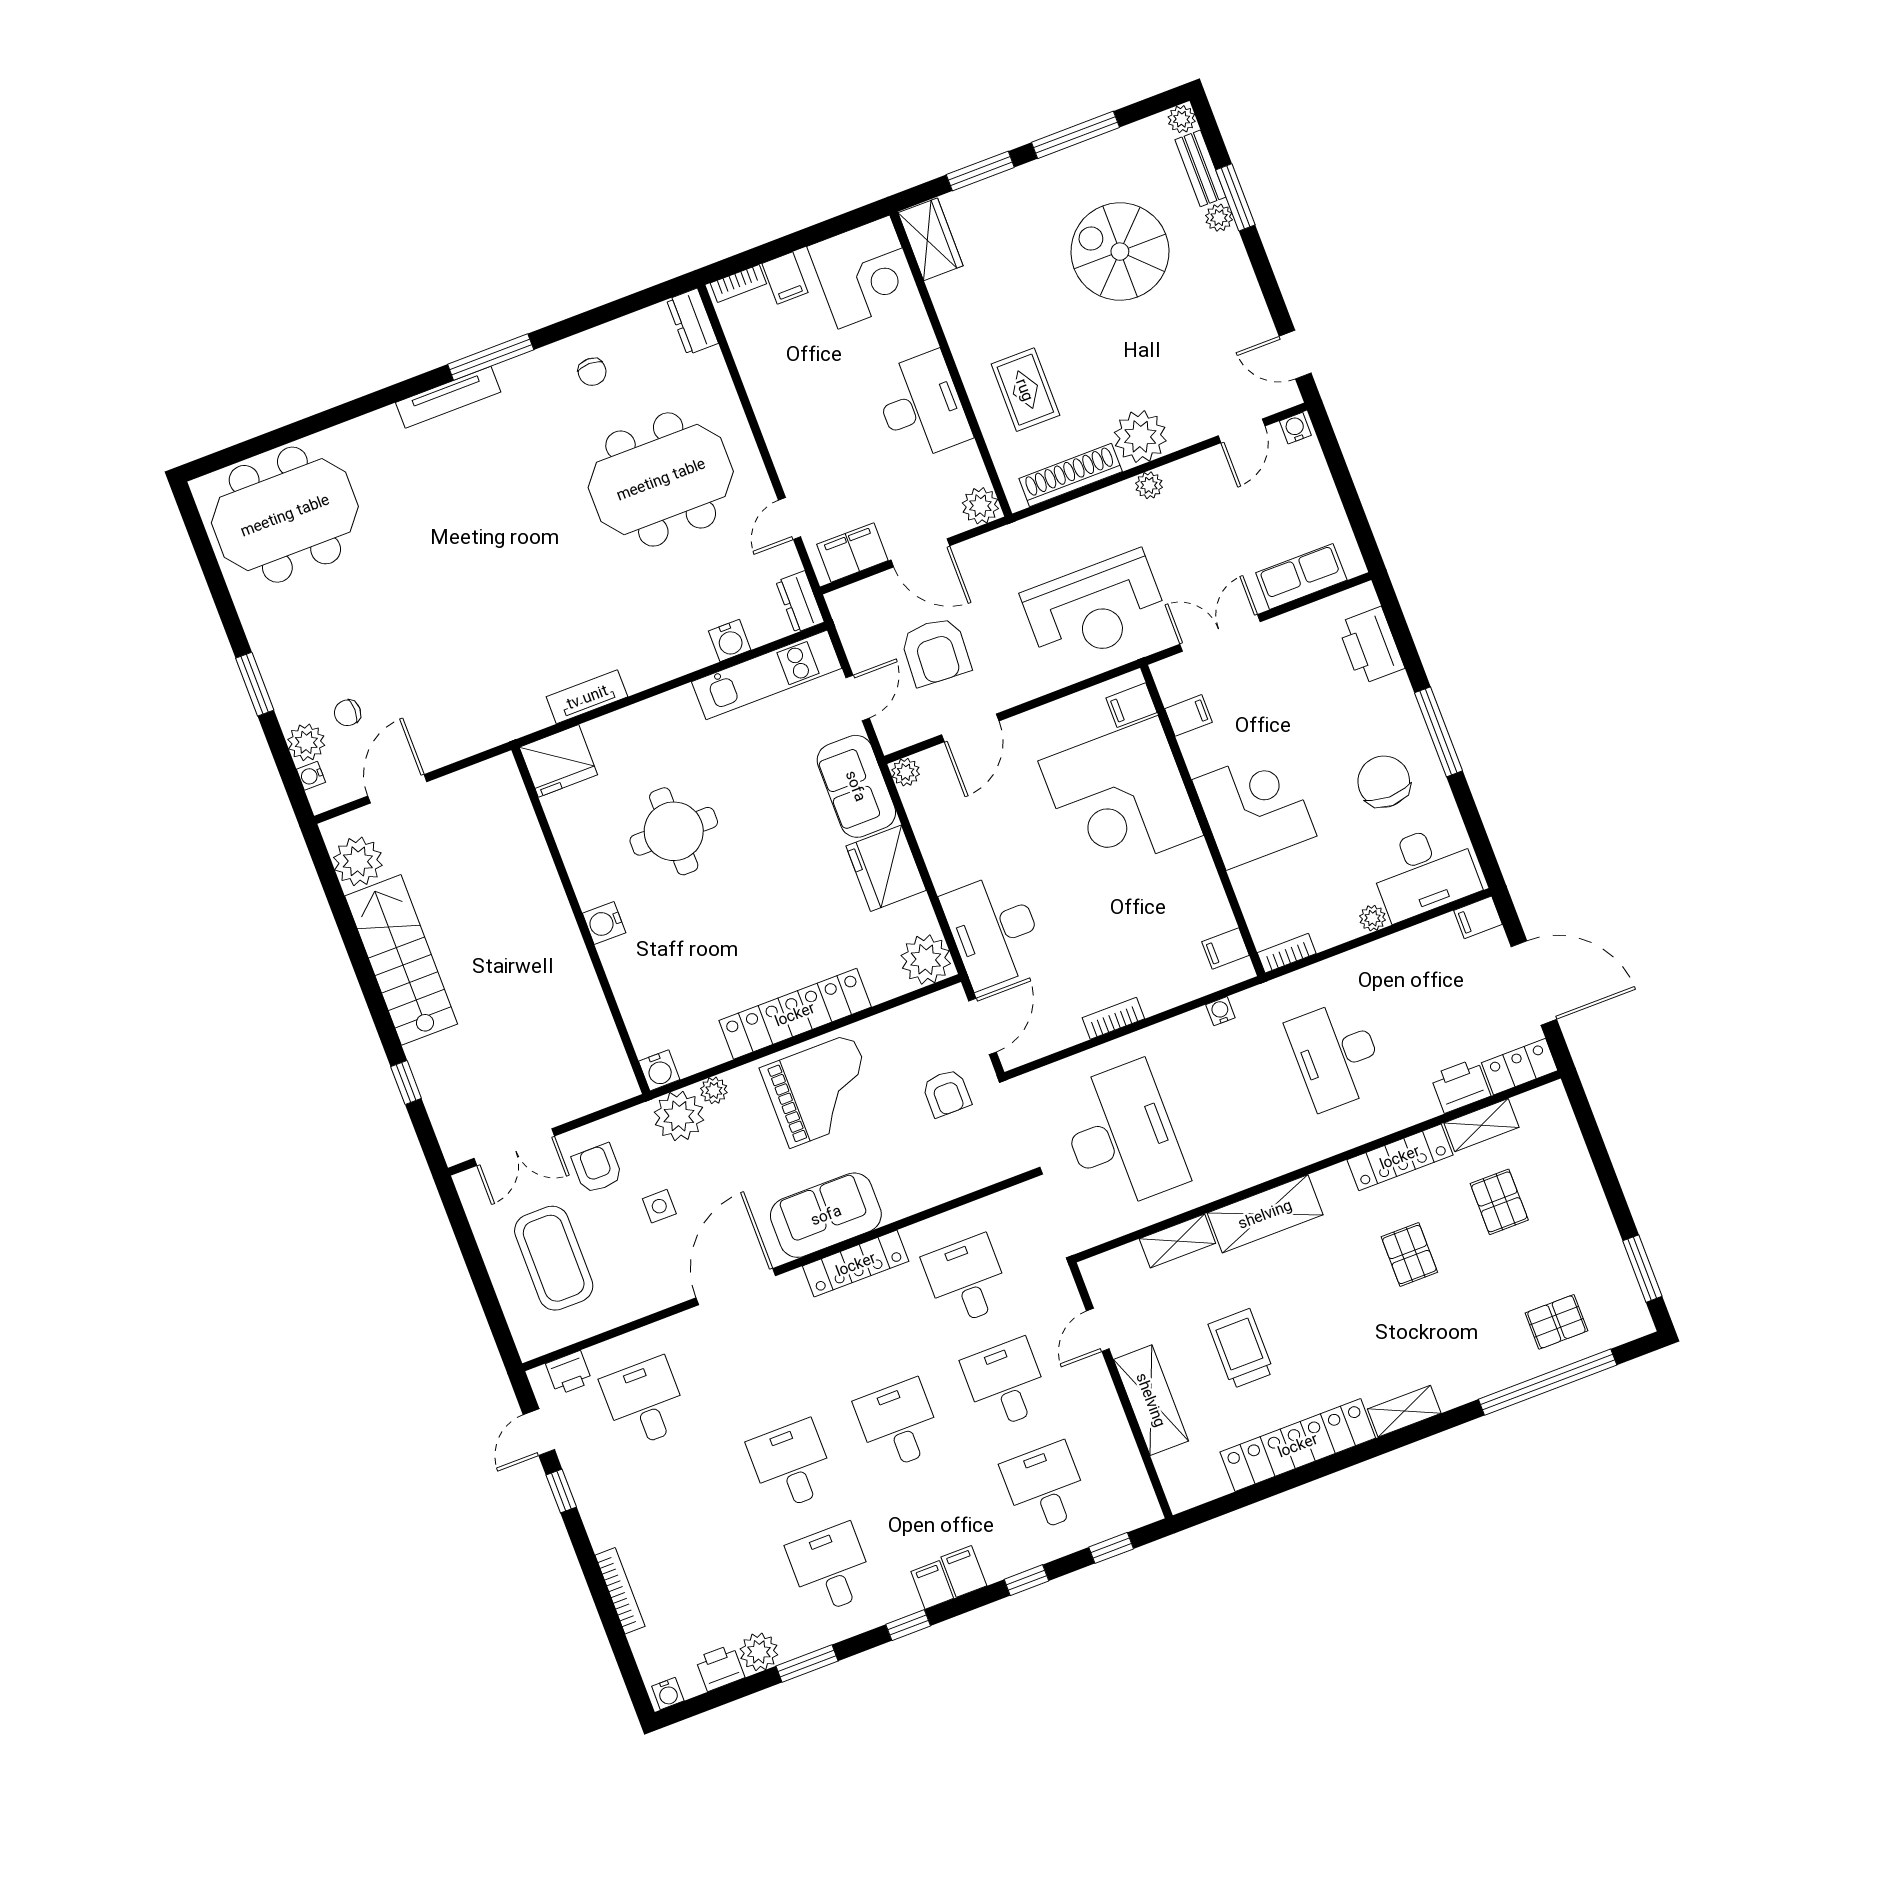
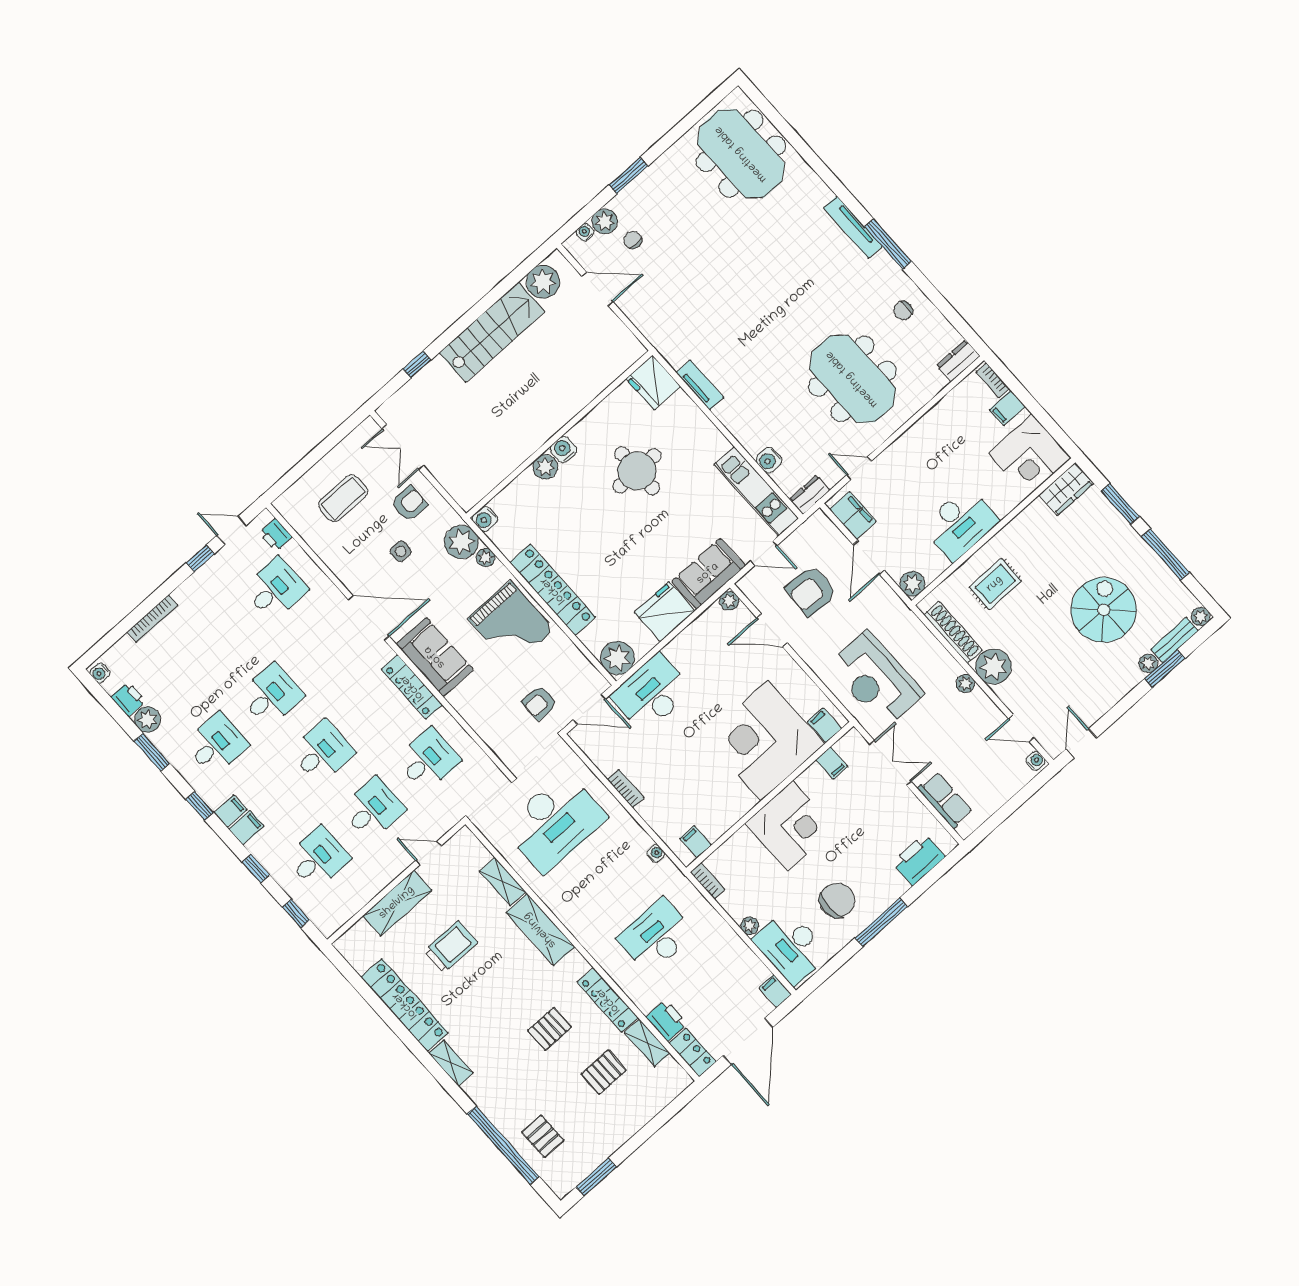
plant: (619, 958) -> (545, 467), added
coffee table: (554, 1258) -> (343, 498), width x0.73, depth x0.76

